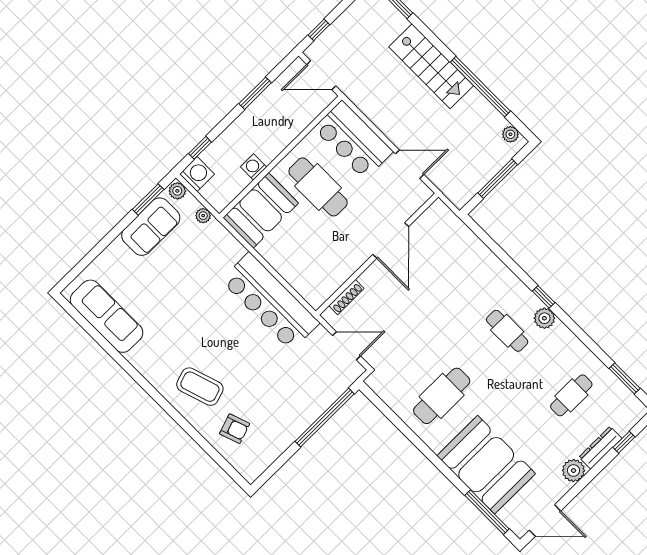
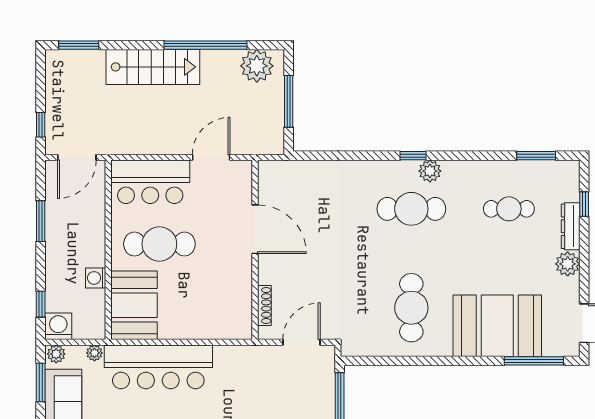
plant: (510, 134) -> (257, 66), width x1.88, depth x1.88
bar counter: (270, 302) -> (158, 367), moved
cafe table: (507, 331) -> (411, 209), width x1.37, depth x1.35
cafe table: (571, 395) -> (509, 209), turned 90

